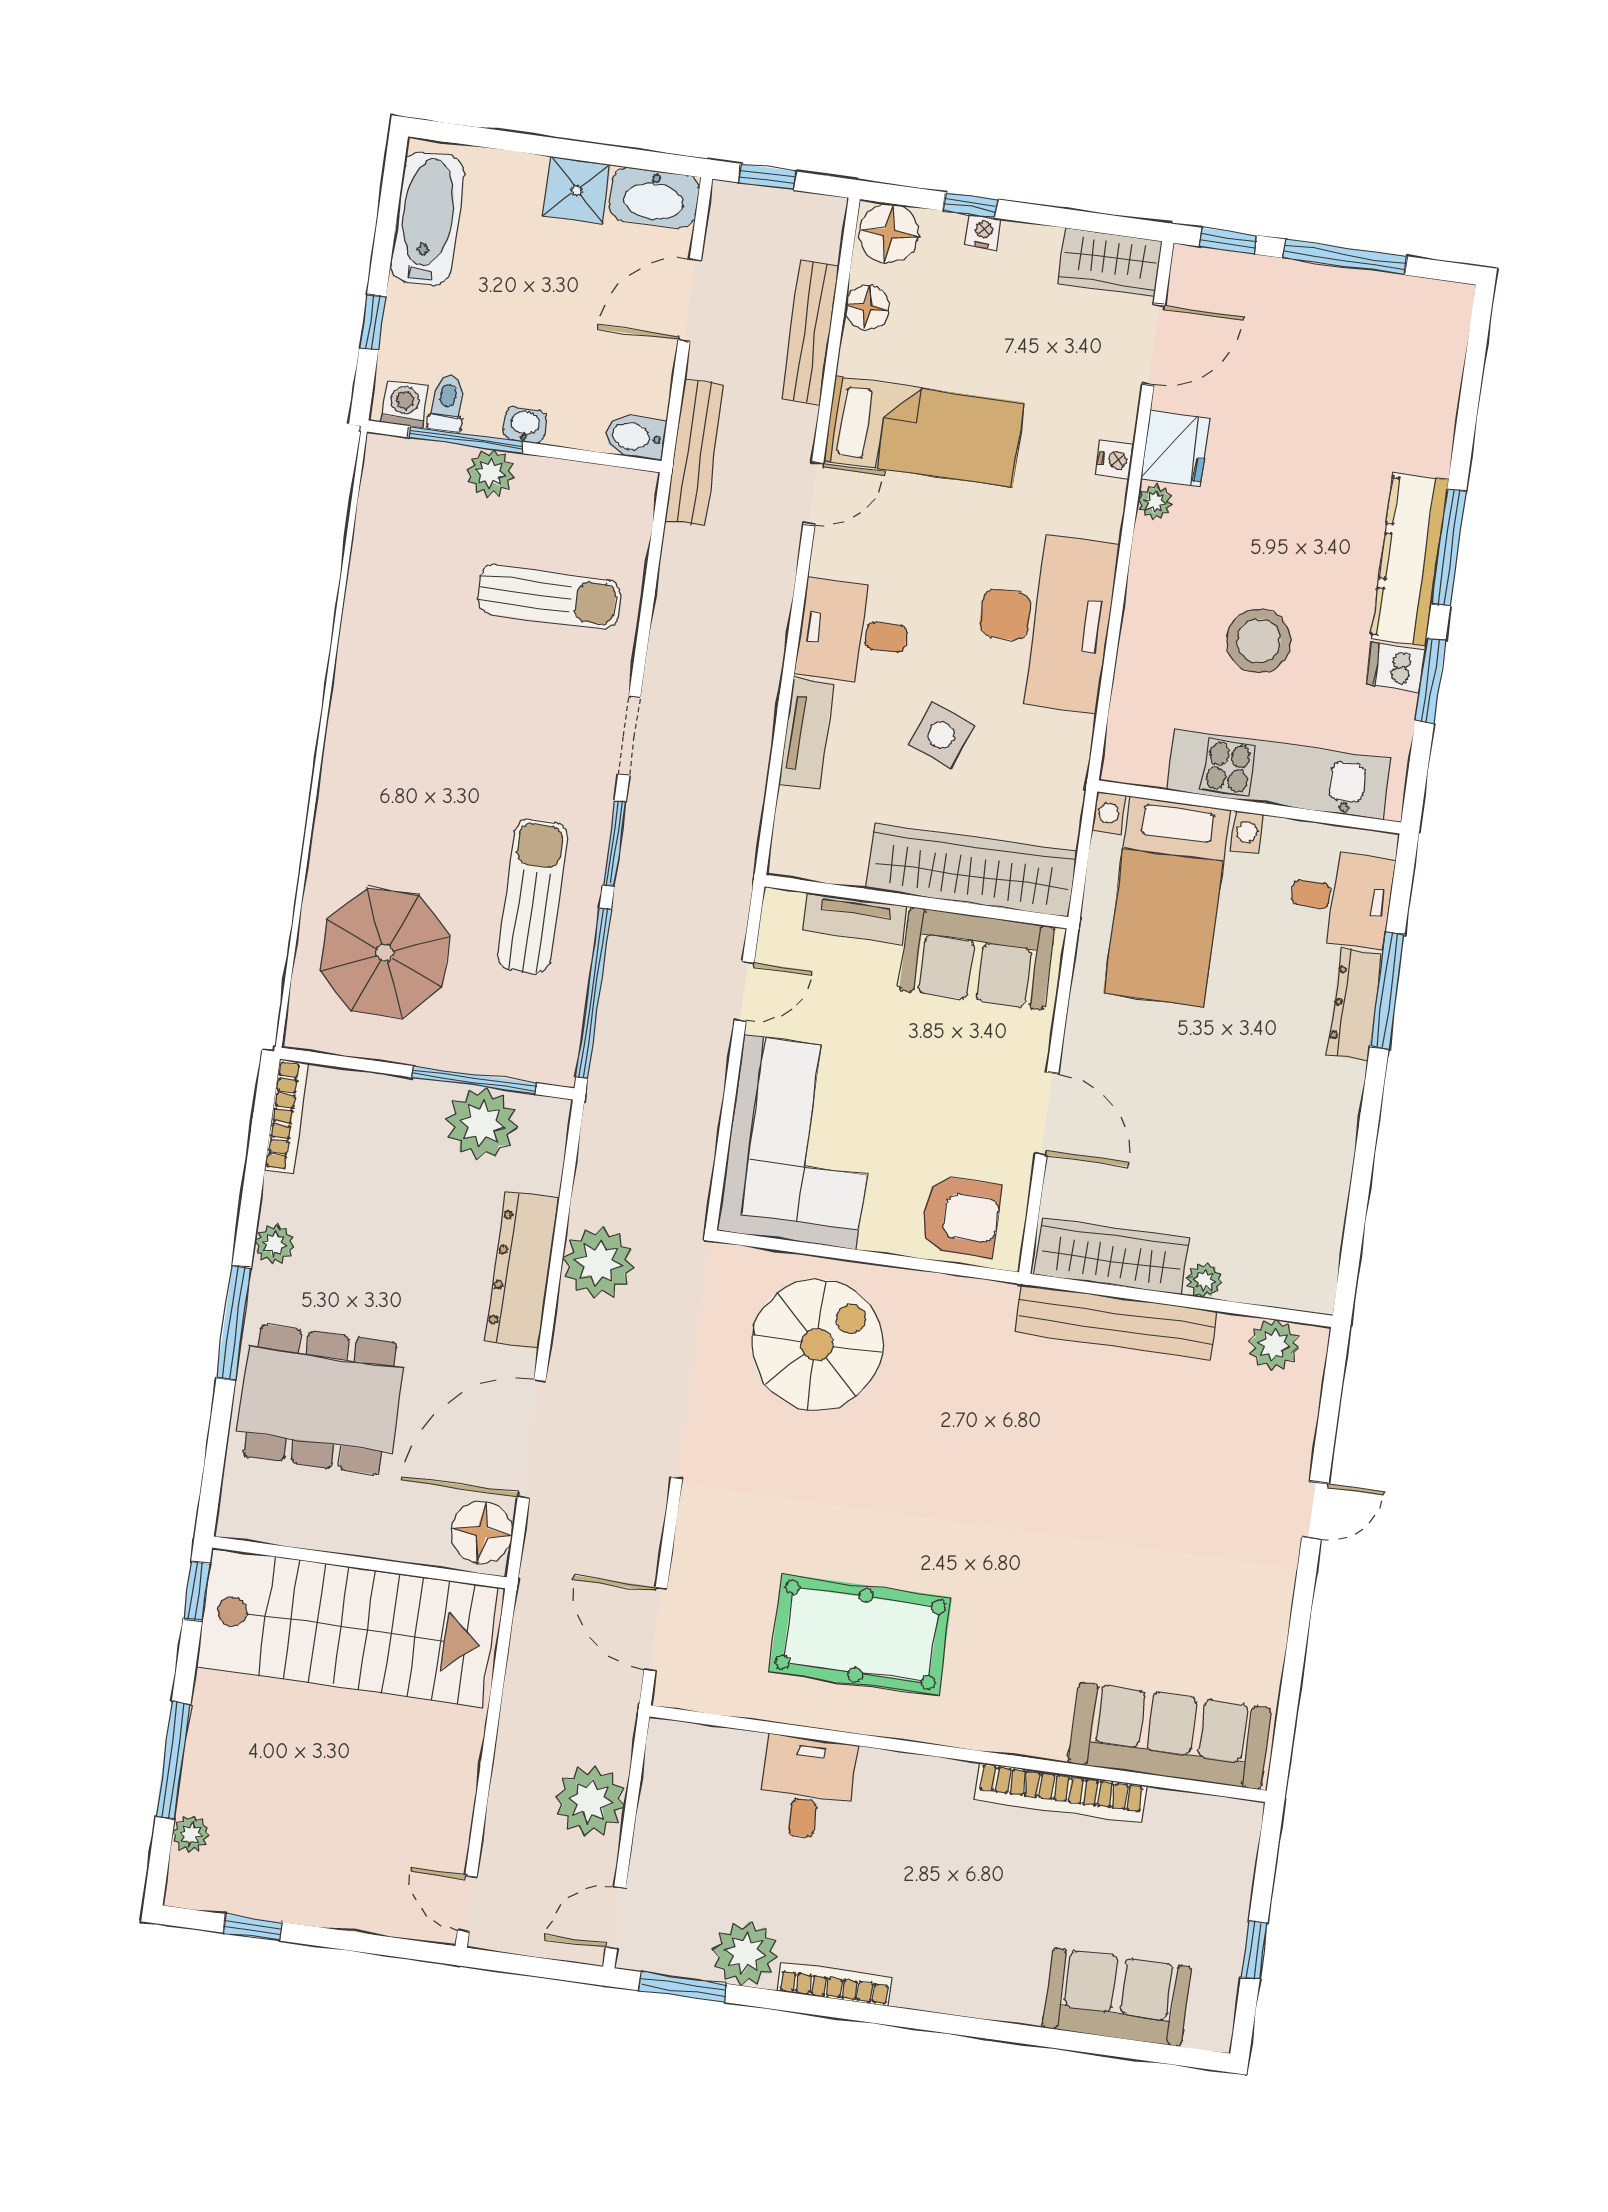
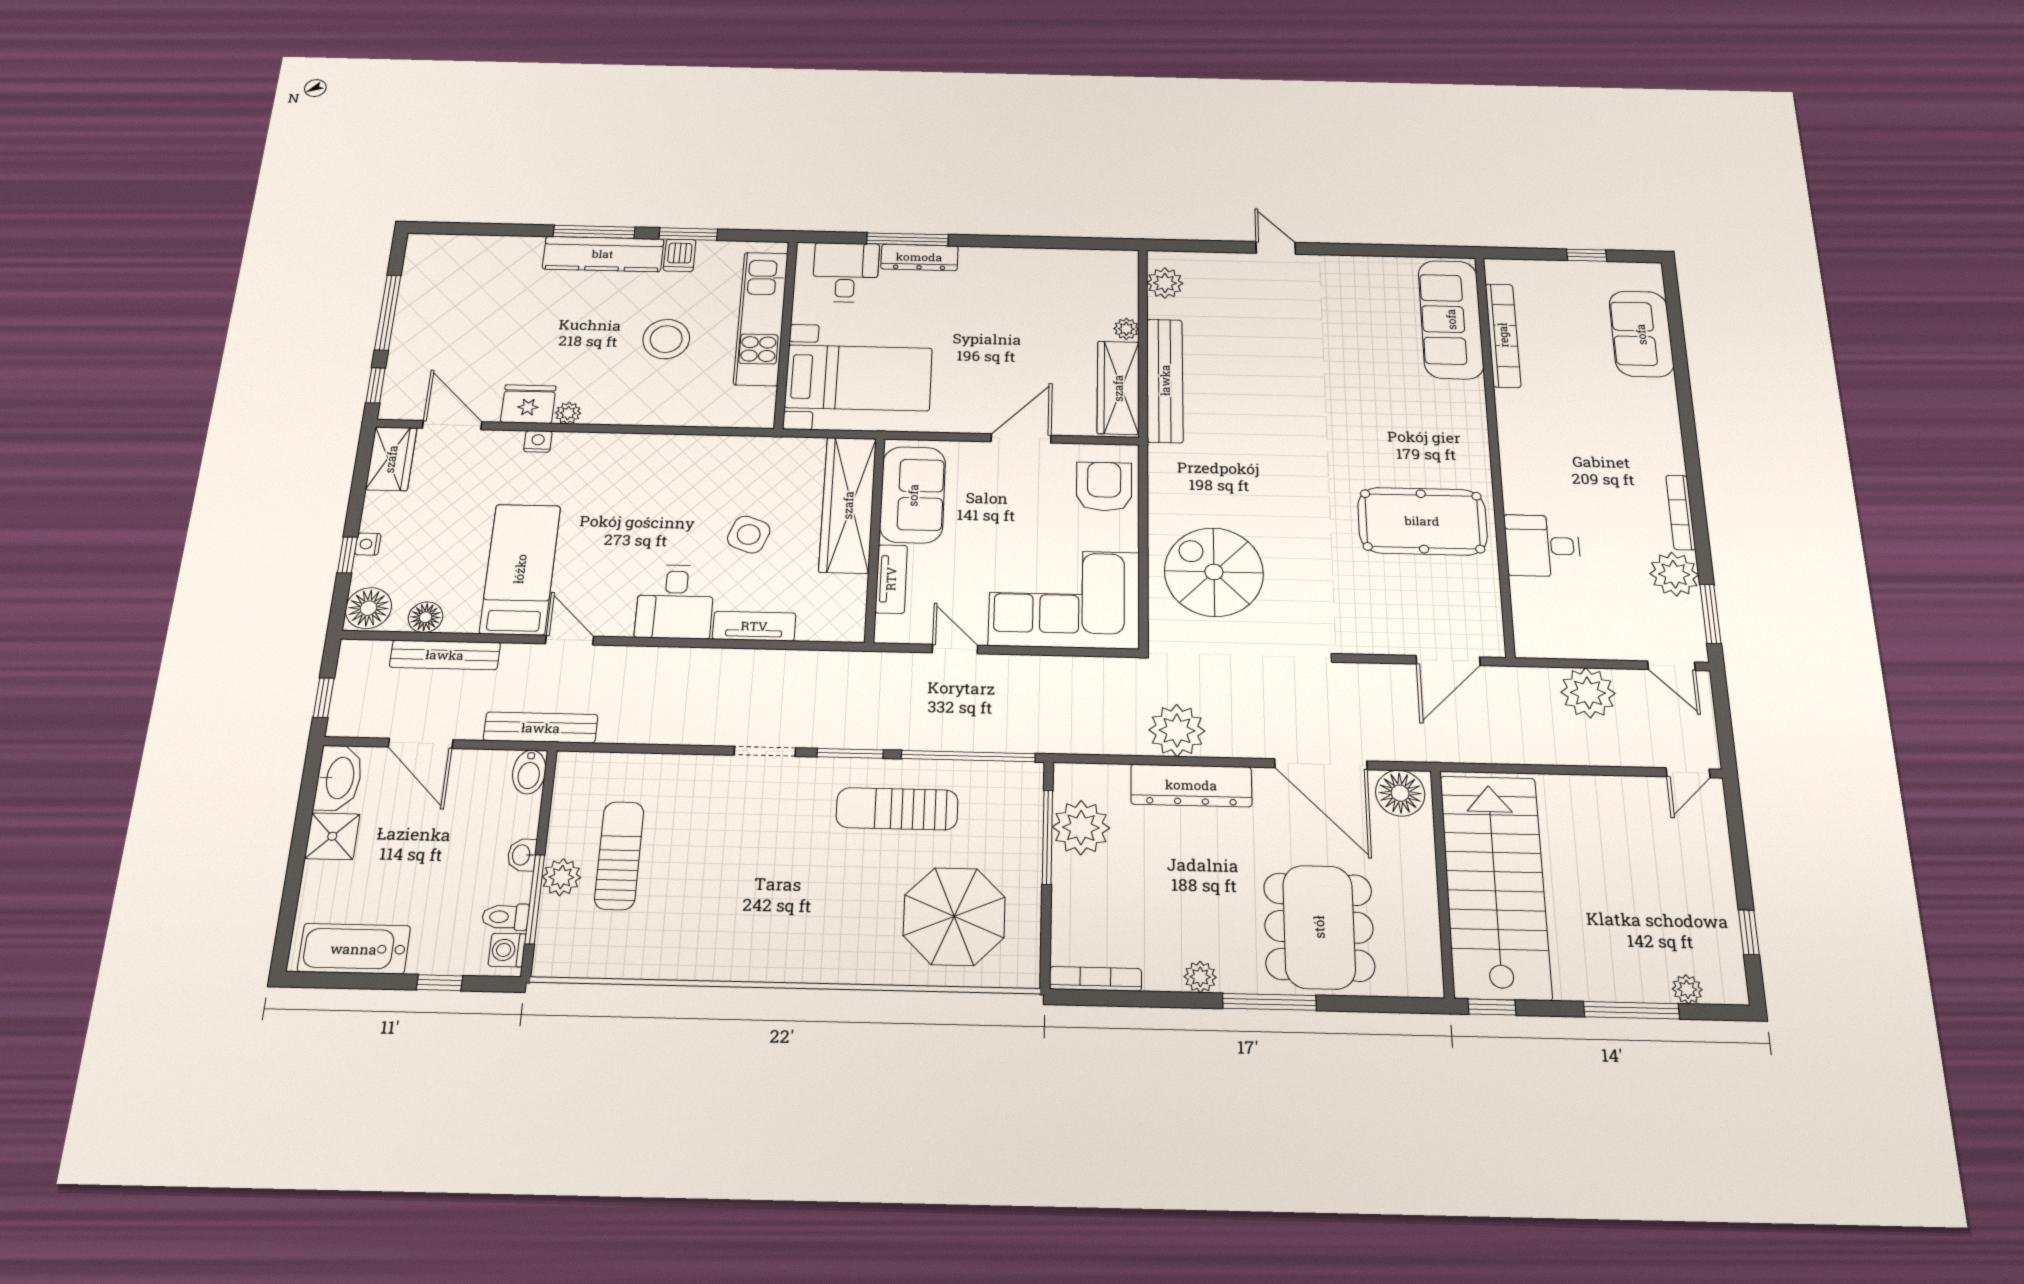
sun lounger: (549, 597) -> (619, 855), moved
desk: (1045, 620) -> (659, 475), removed
pool table: (861, 1635) -> (1422, 521), turned 90
bookcase: (1061, 1793) -> (1503, 335), moved

